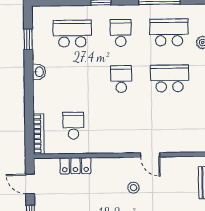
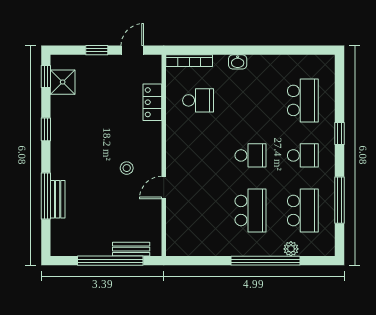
window: (28, 39) -> (297, 50), removed
washbasin: (39, 72) -> (238, 62), moved

